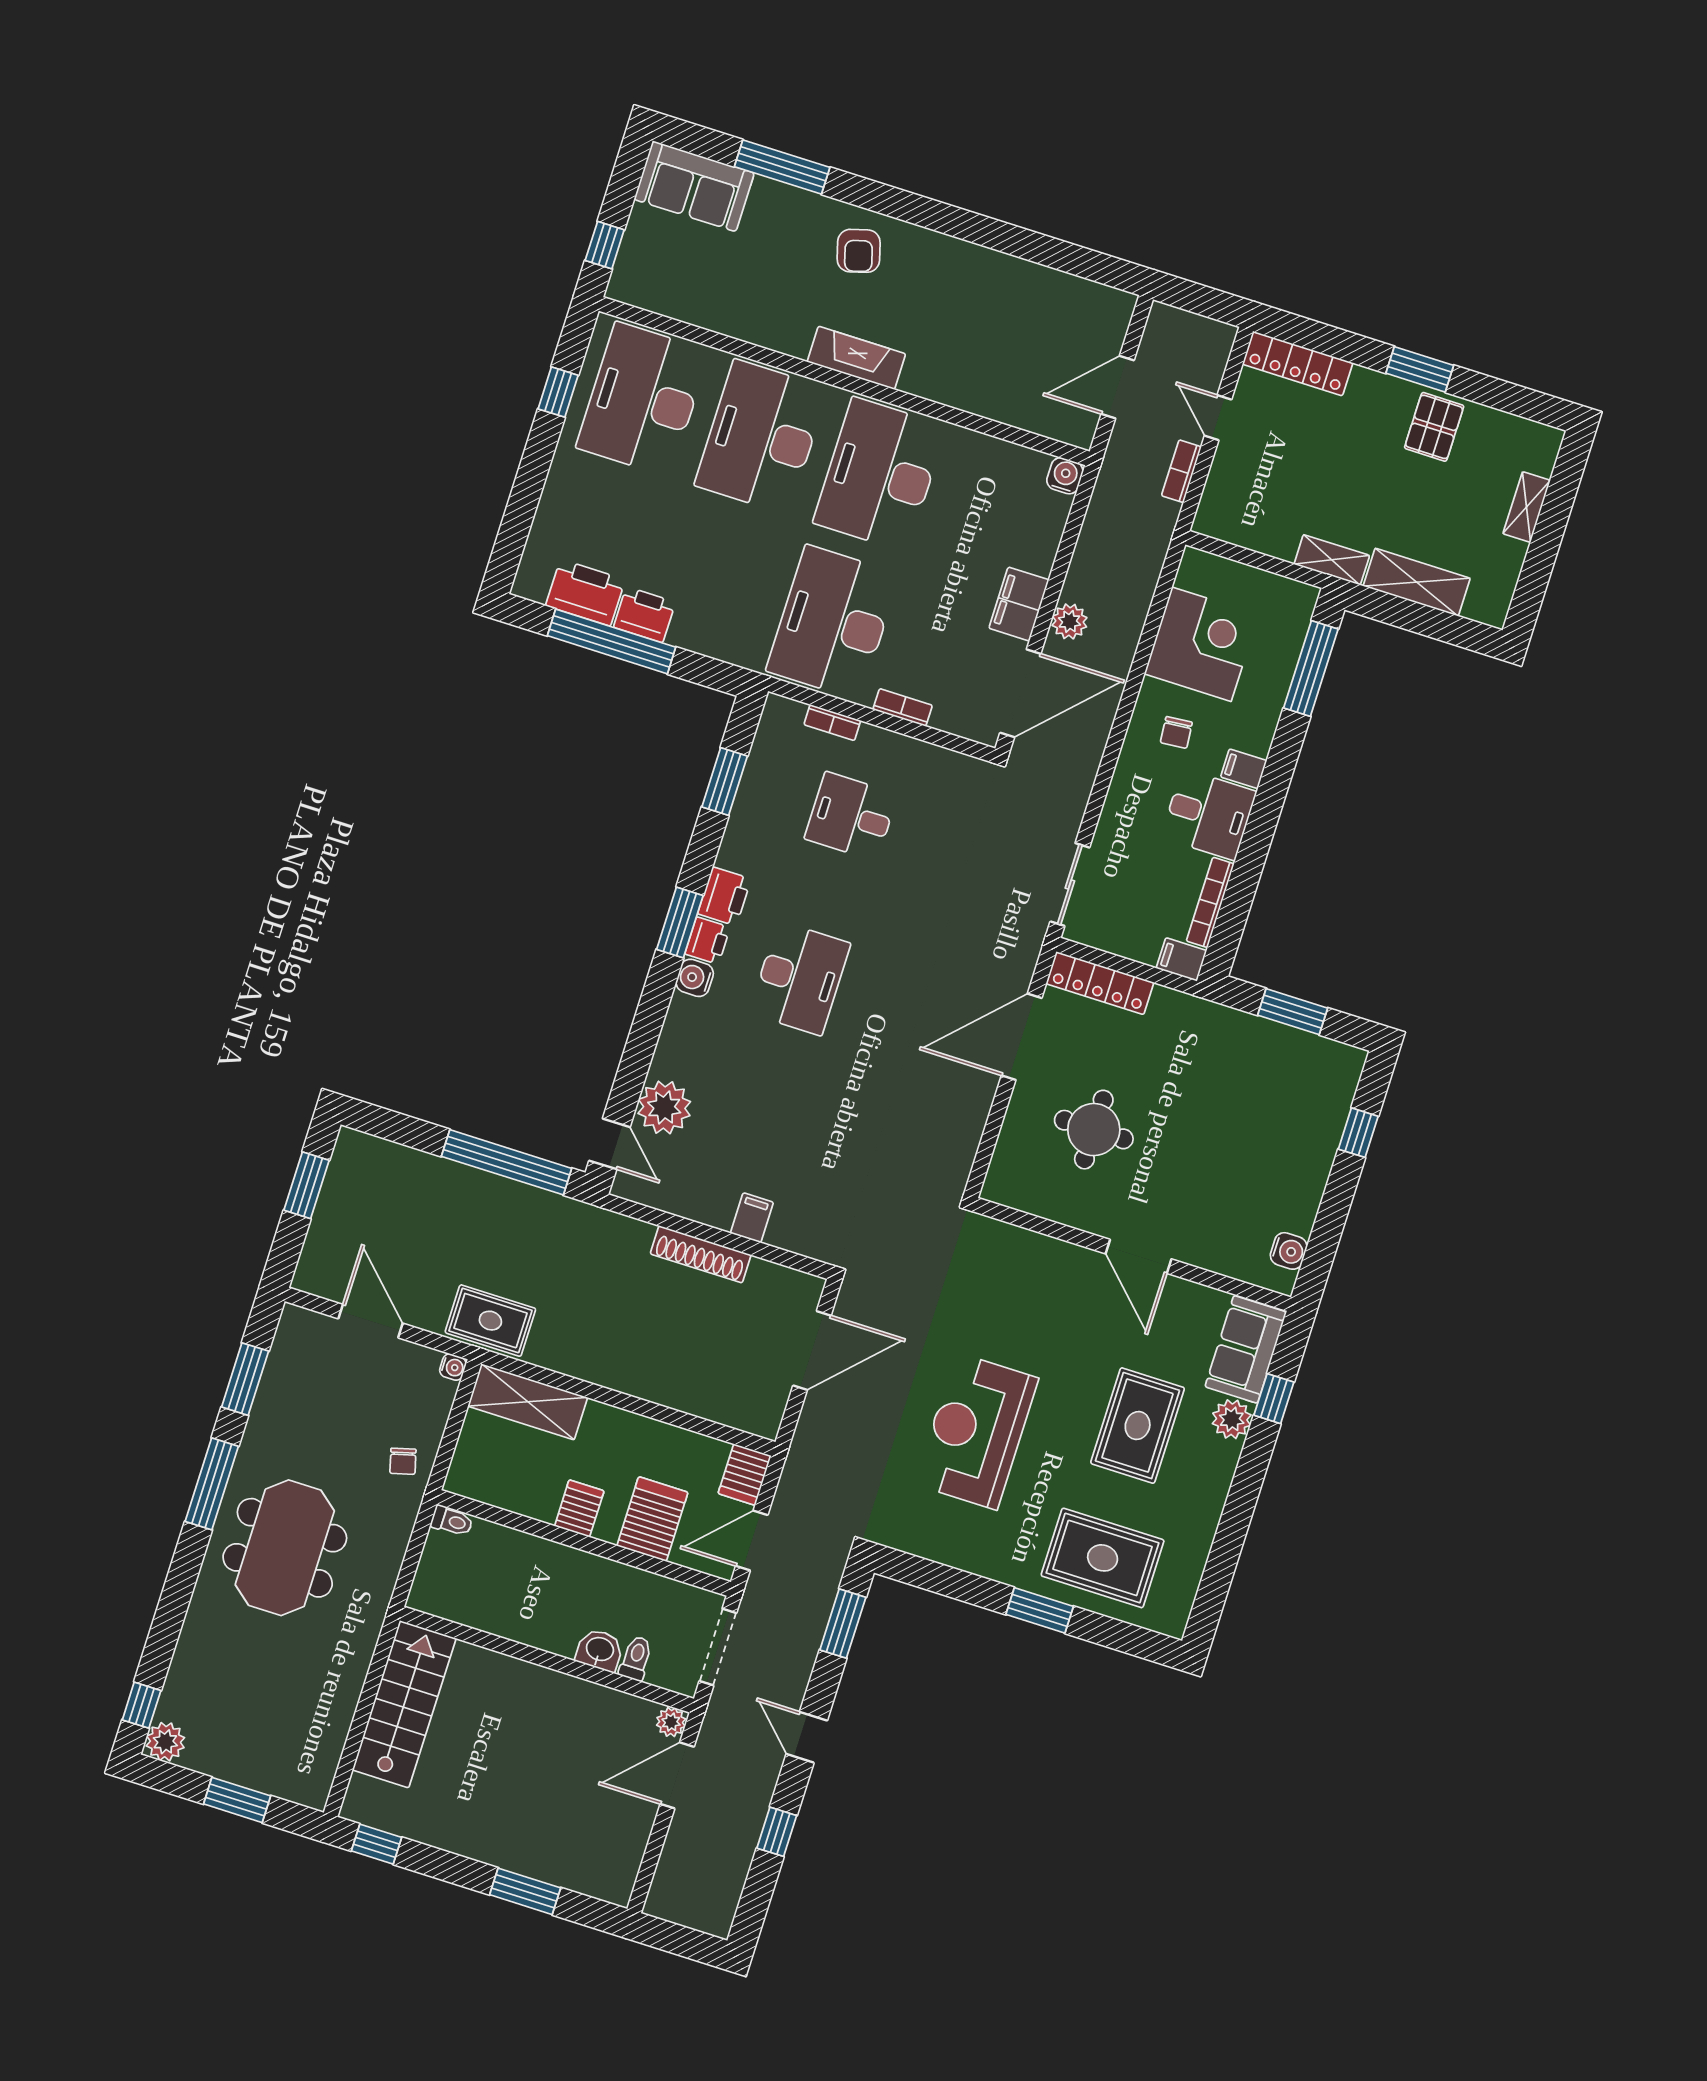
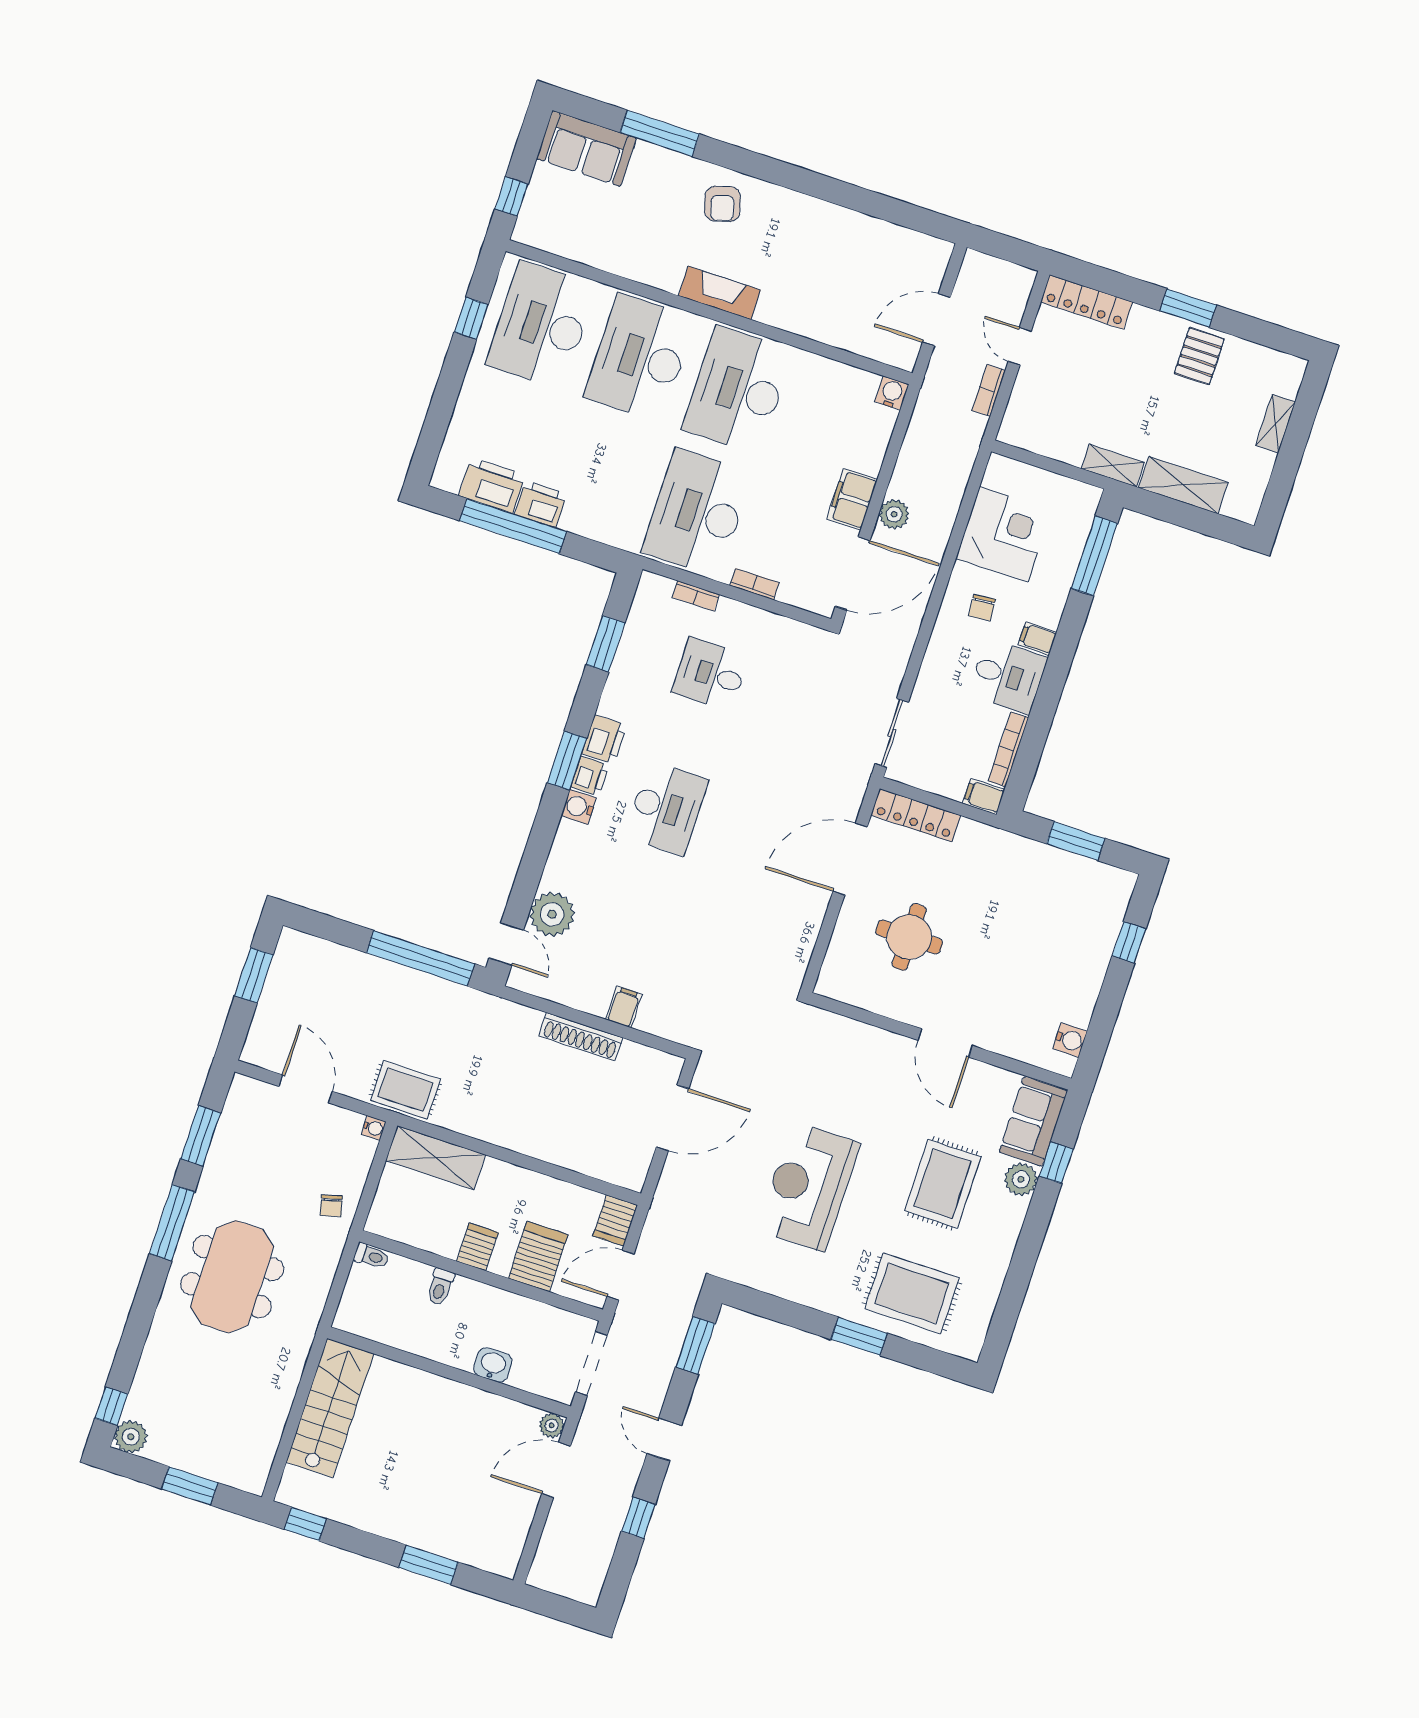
toilet: (636, 1658) -> (440, 1287), moved, turned 180

